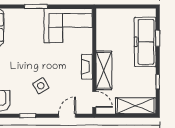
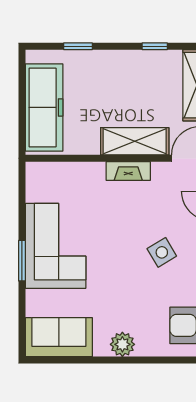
corner sofa: (68, 25) -> (56, 246), moved
freezer: (145, 42) -> (44, 107), moved, turned -90

